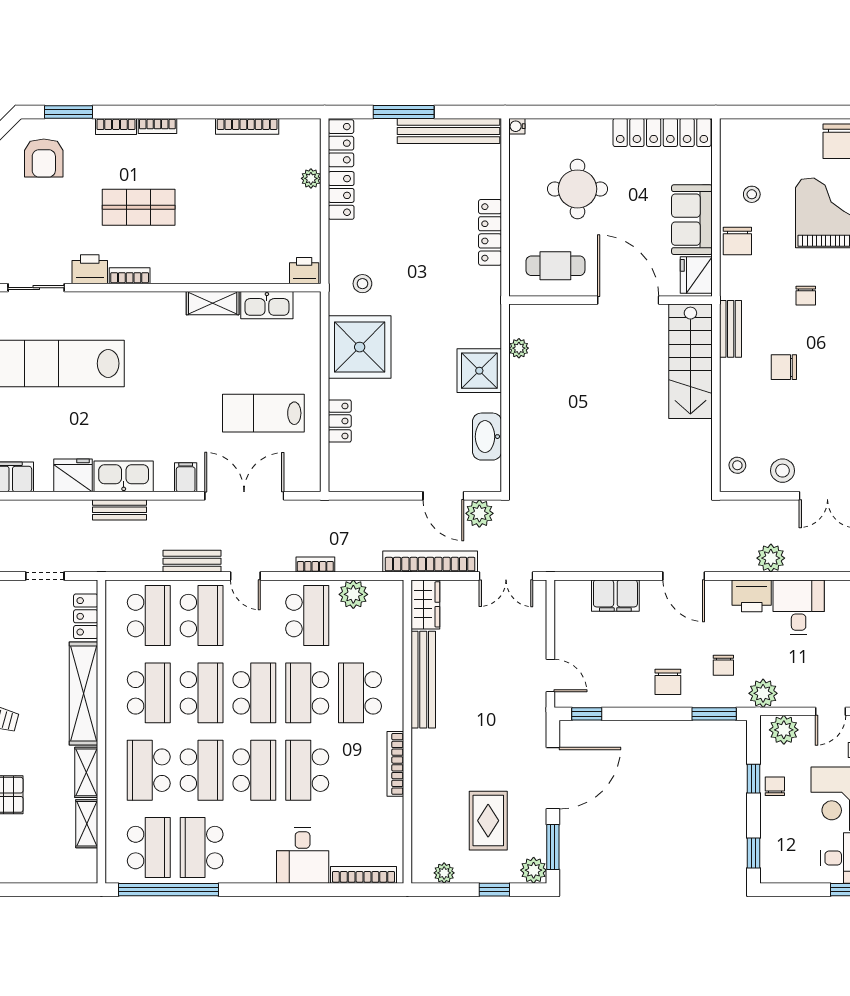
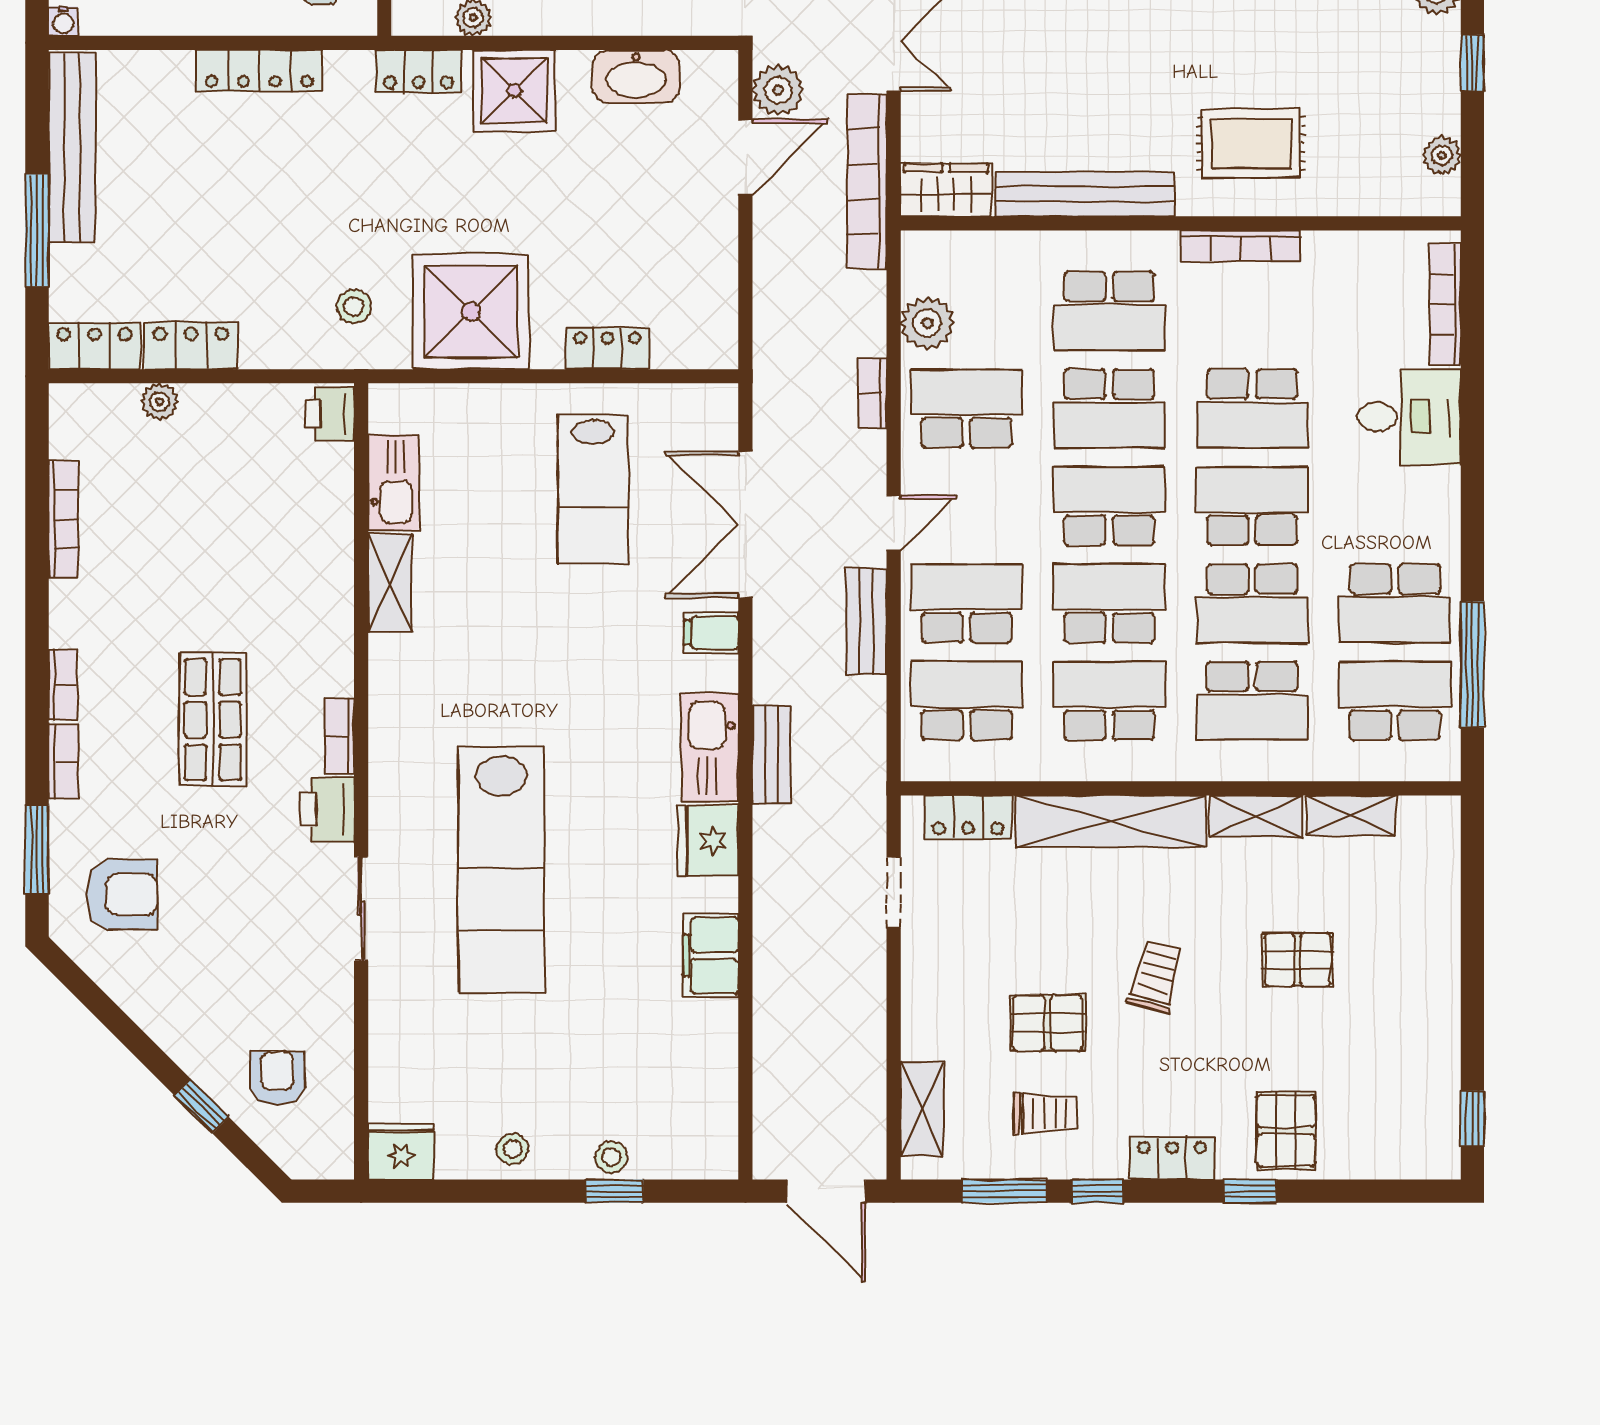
locker: (490, 319) -> (418, 71), added
school desk: (202, 770) -> (1252, 603), turned 180
rug: (488, 821) -> (1251, 143), moved
window: (168, 890) -> (1472, 664), width x0.68

